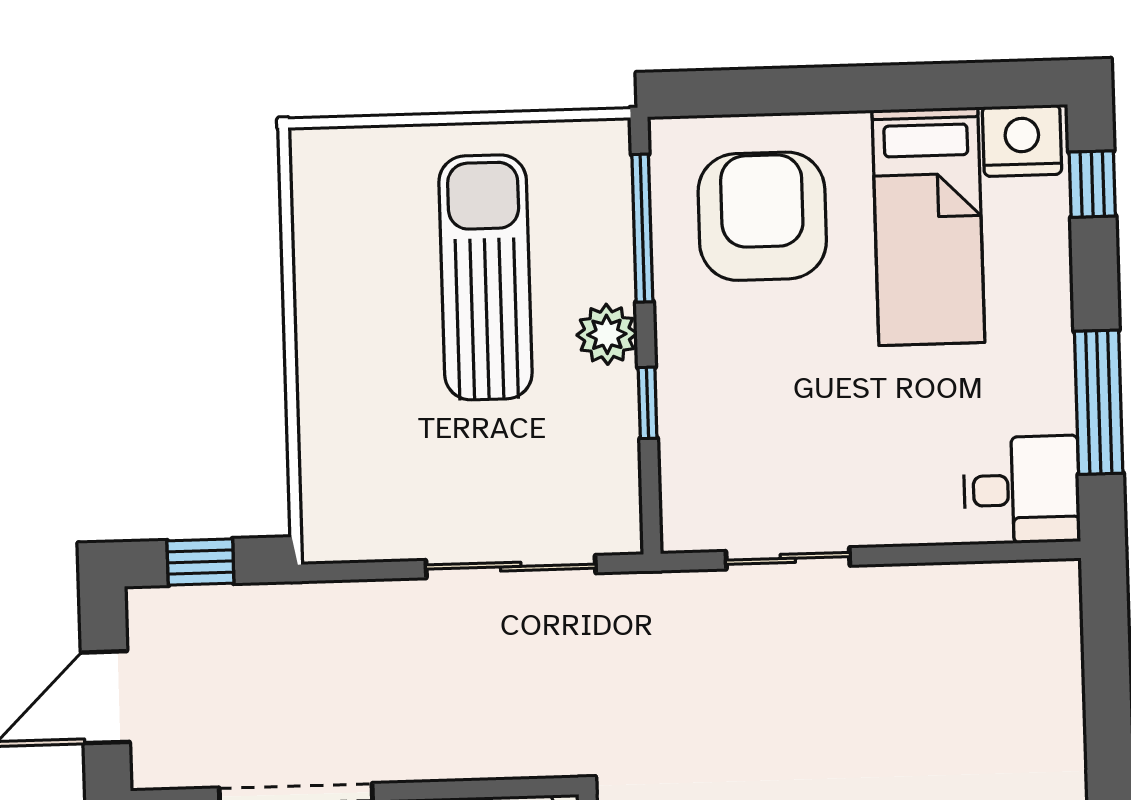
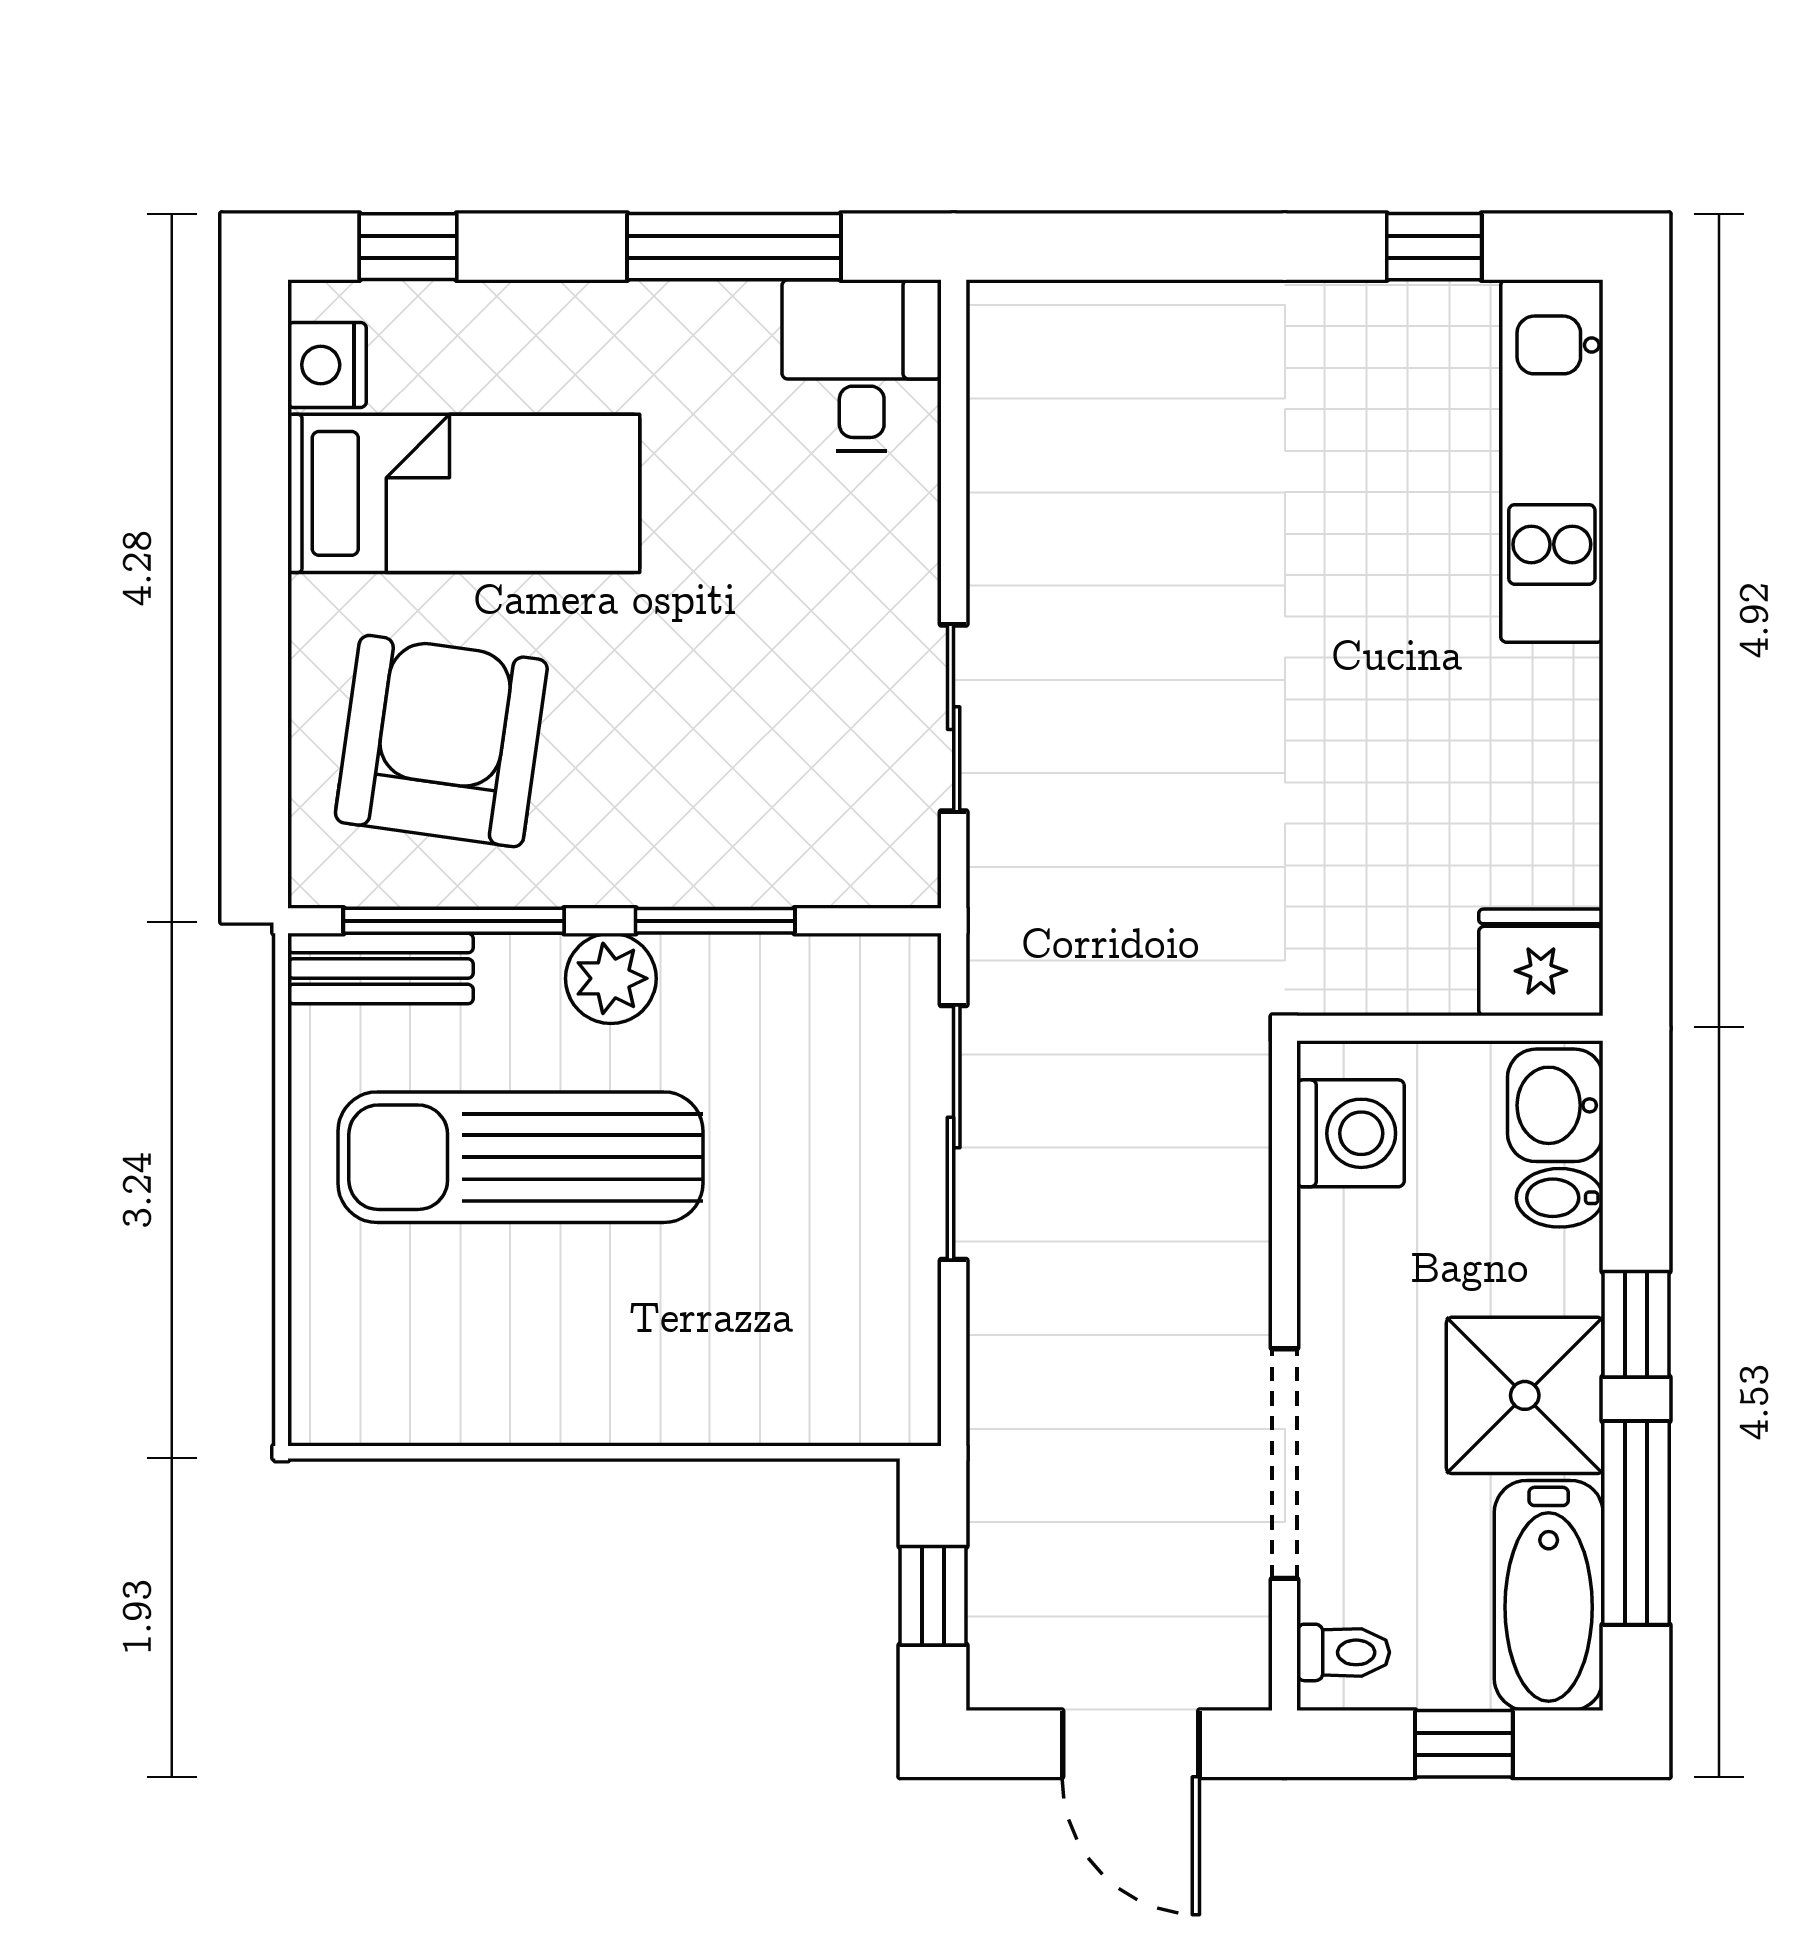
nightstand: (1022, 141) -> (327, 365), width x0.74, depth x0.75
bench: (609, 180) -> (381, 969), added
armchair: (762, 216) -> (441, 741), turned 98
window: (648, 403) -> (715, 921), width x1.50

